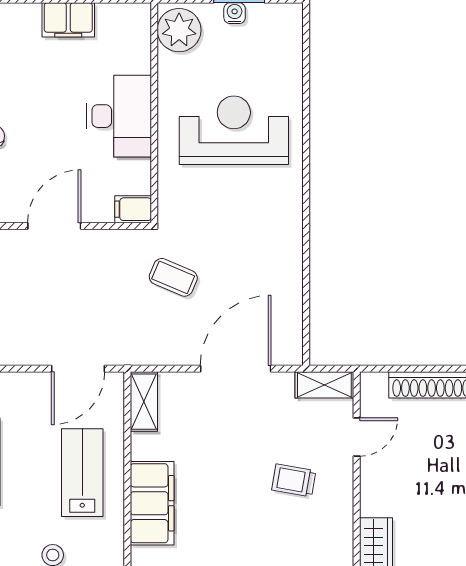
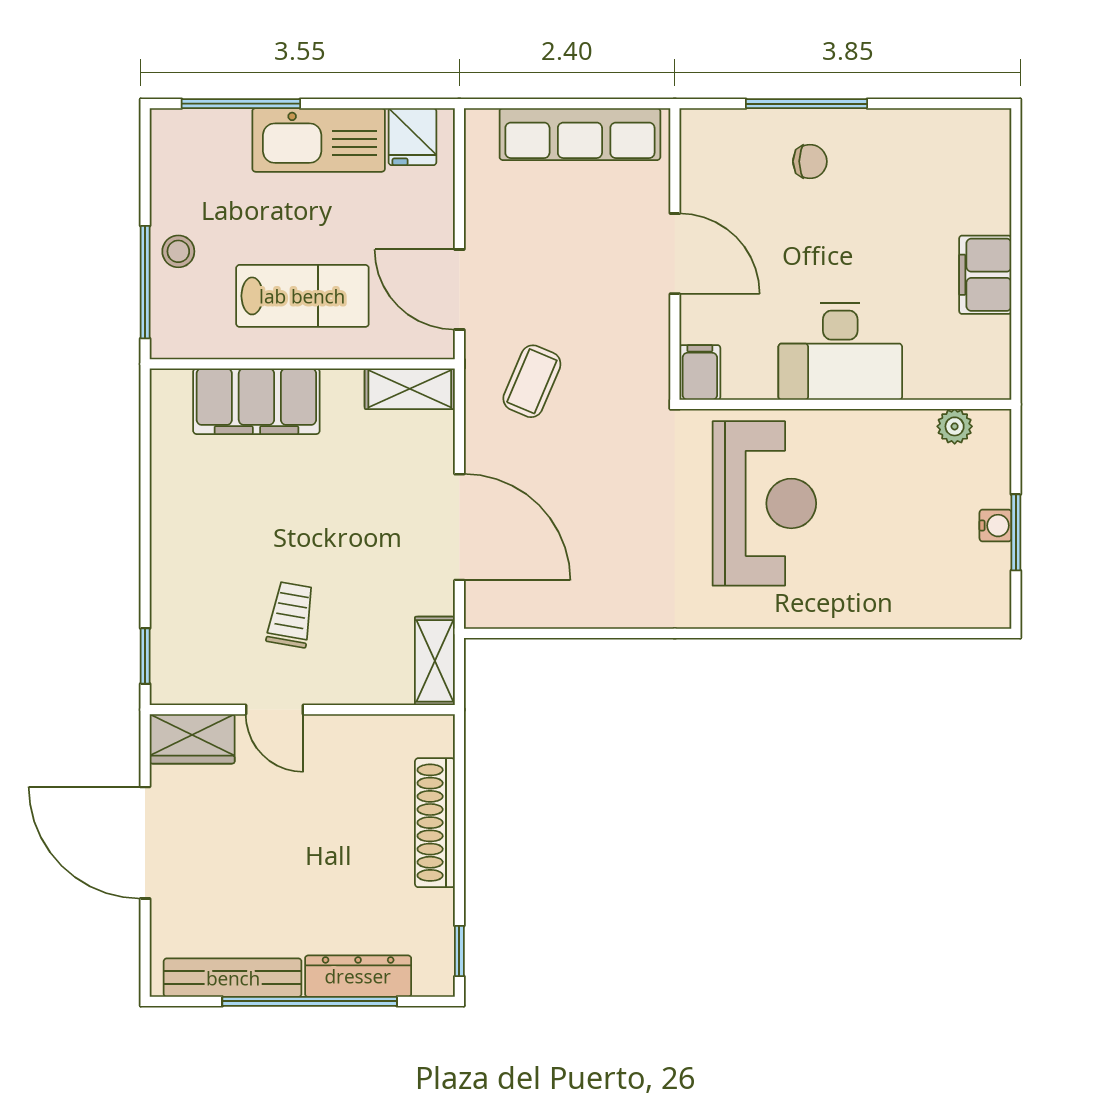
plant: (179, 30) -> (955, 426), width x0.53, depth x0.53
reception desk: (234, 130) -> (764, 503), moved
coffee table: (173, 277) -> (532, 381), moved
door: (357, 437) -> (275, 710), moved

